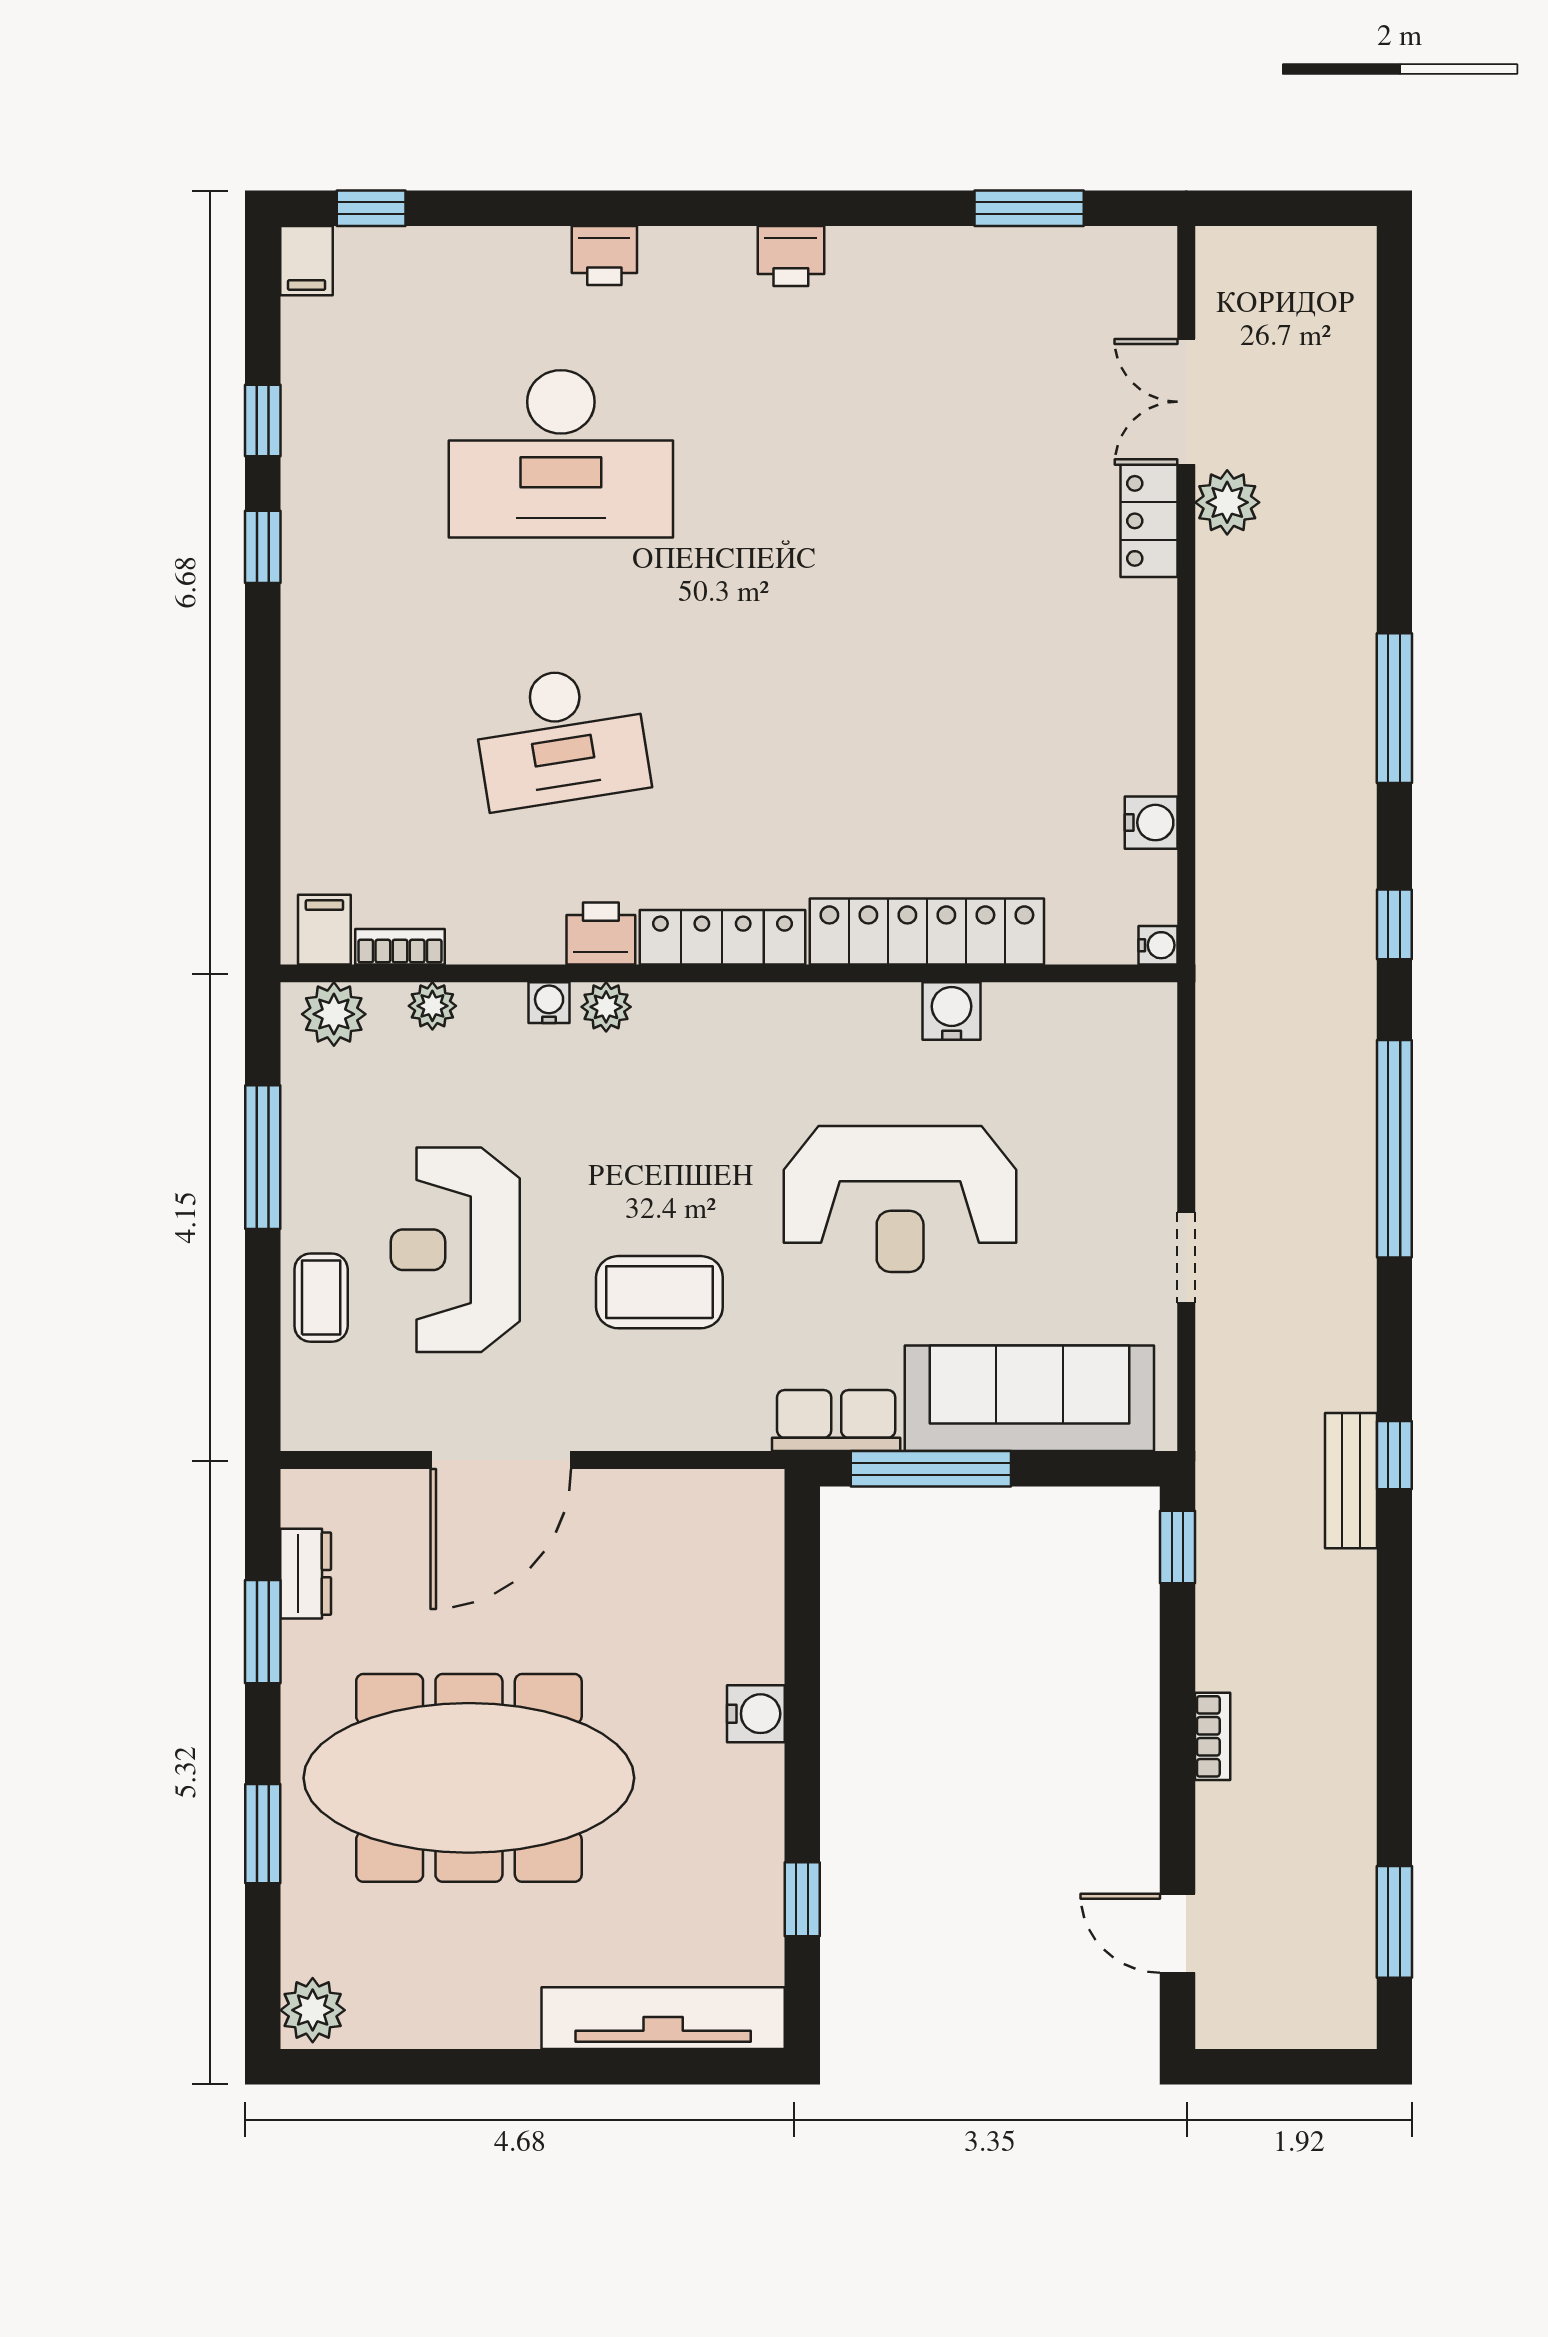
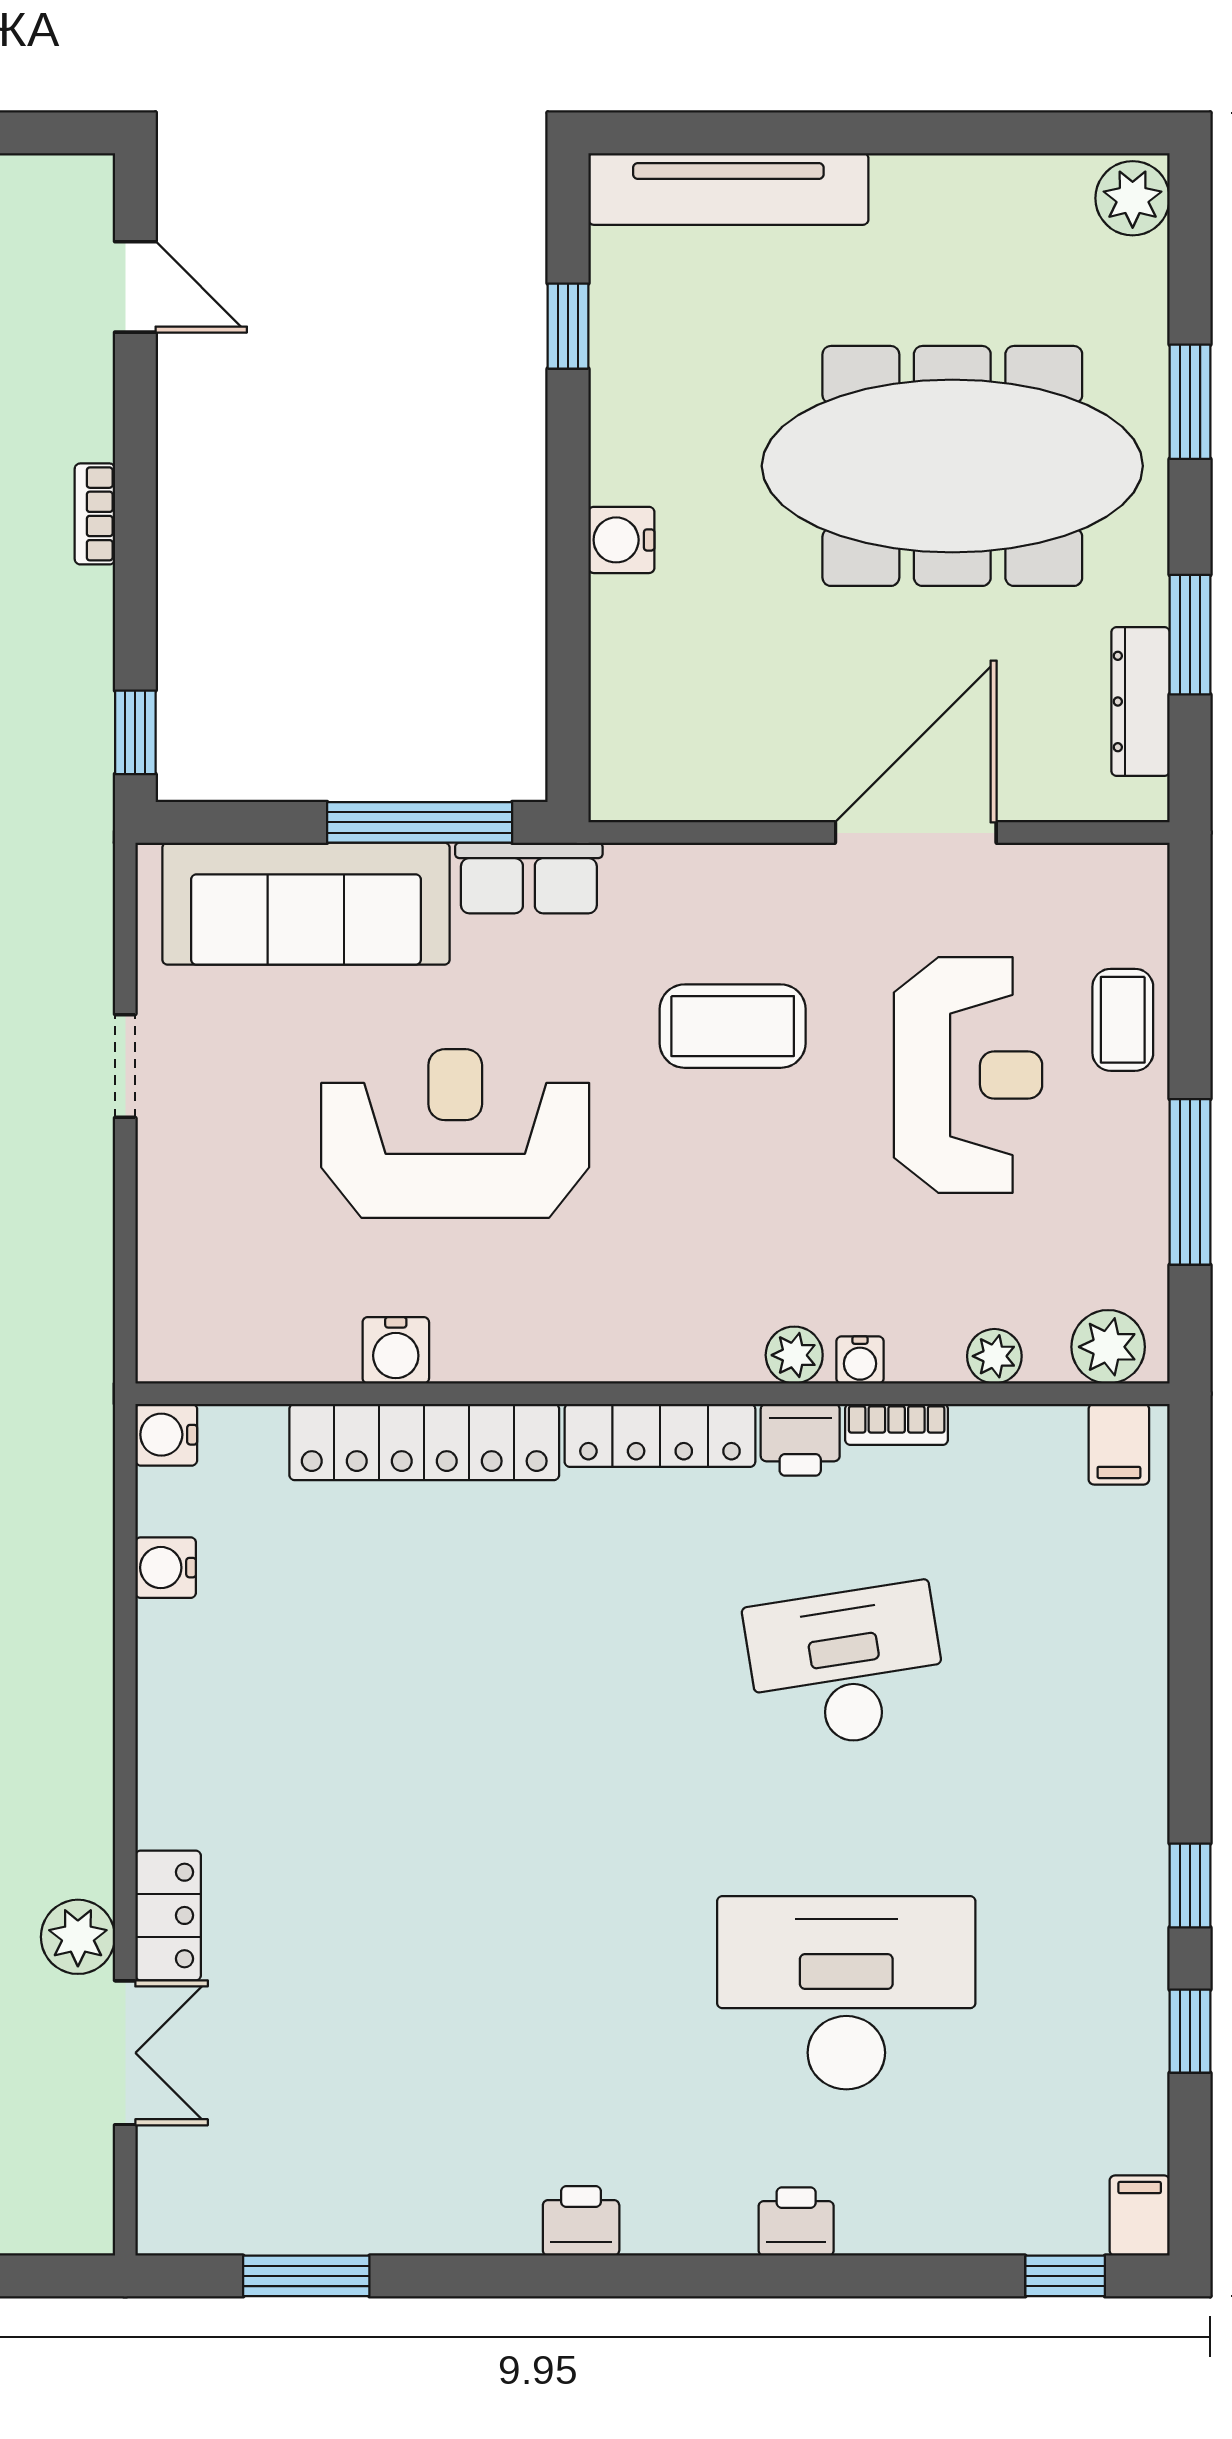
water cooler: (1158, 945) -> (166, 1435), width x1.38, depth x1.38
bookcase: (400, 947) -> (897, 1424), moved
dresser: (306, 1574) -> (1141, 702), width x1.44

